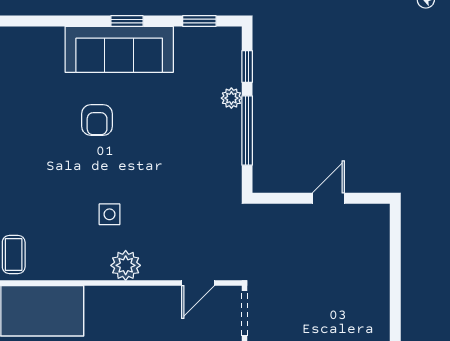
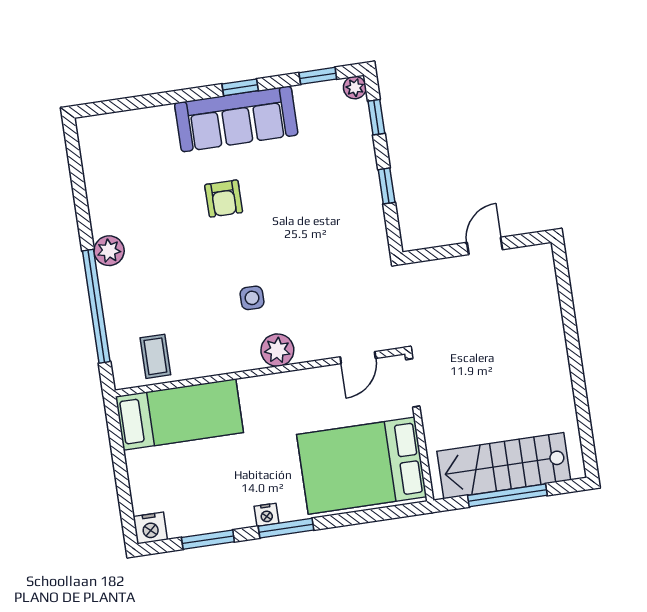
plant: (231, 98) -> (355, 88), moved
window: (247, 130) -> (387, 186), width x0.46

